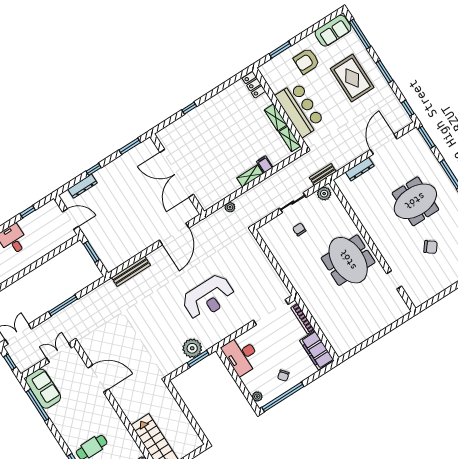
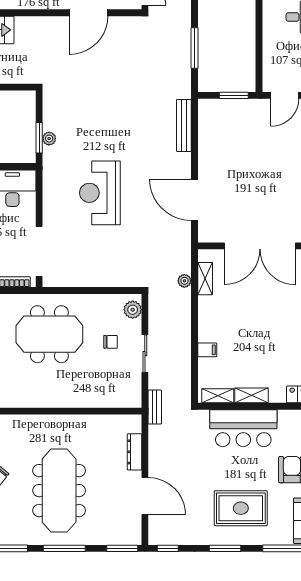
double door: (177, 173) -> (260, 246), swing flipped
shelving: (250, 176) -> (205, 279), moved
plant: (324, 194) -> (133, 310), moved
meeting table: (415, 201) -> (59, 491), width x1.36
meeting table: (348, 260) -> (49, 334), moved
window: (63, 305) -> (194, 48), moved
plant: (192, 348) -> (49, 139), width x0.53, depth x0.53

